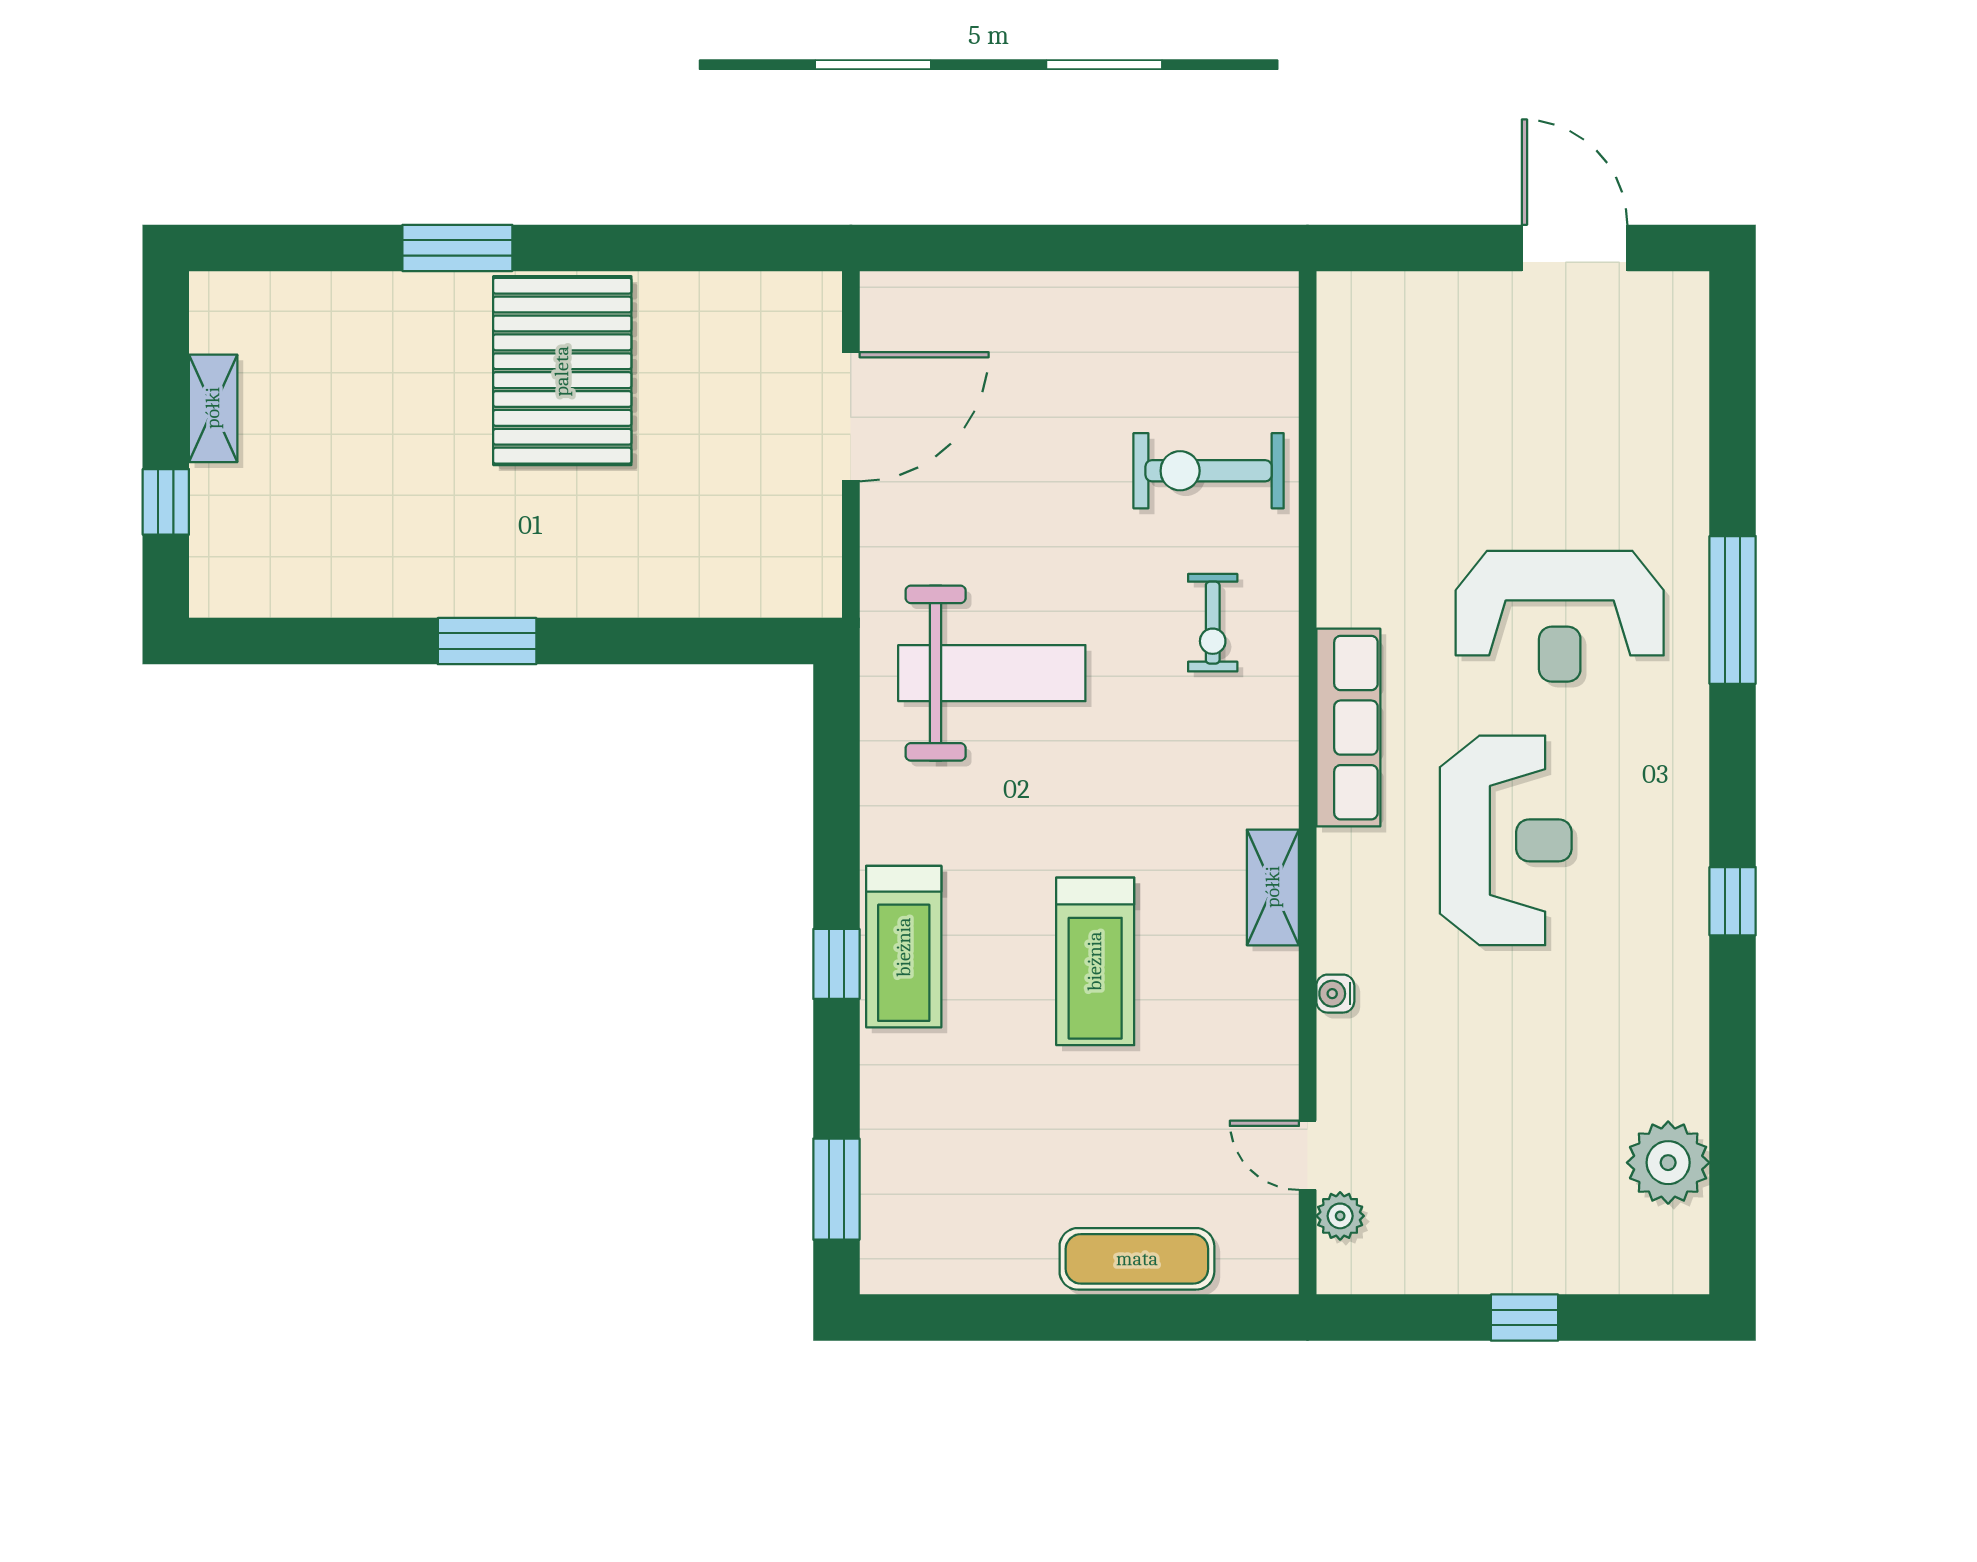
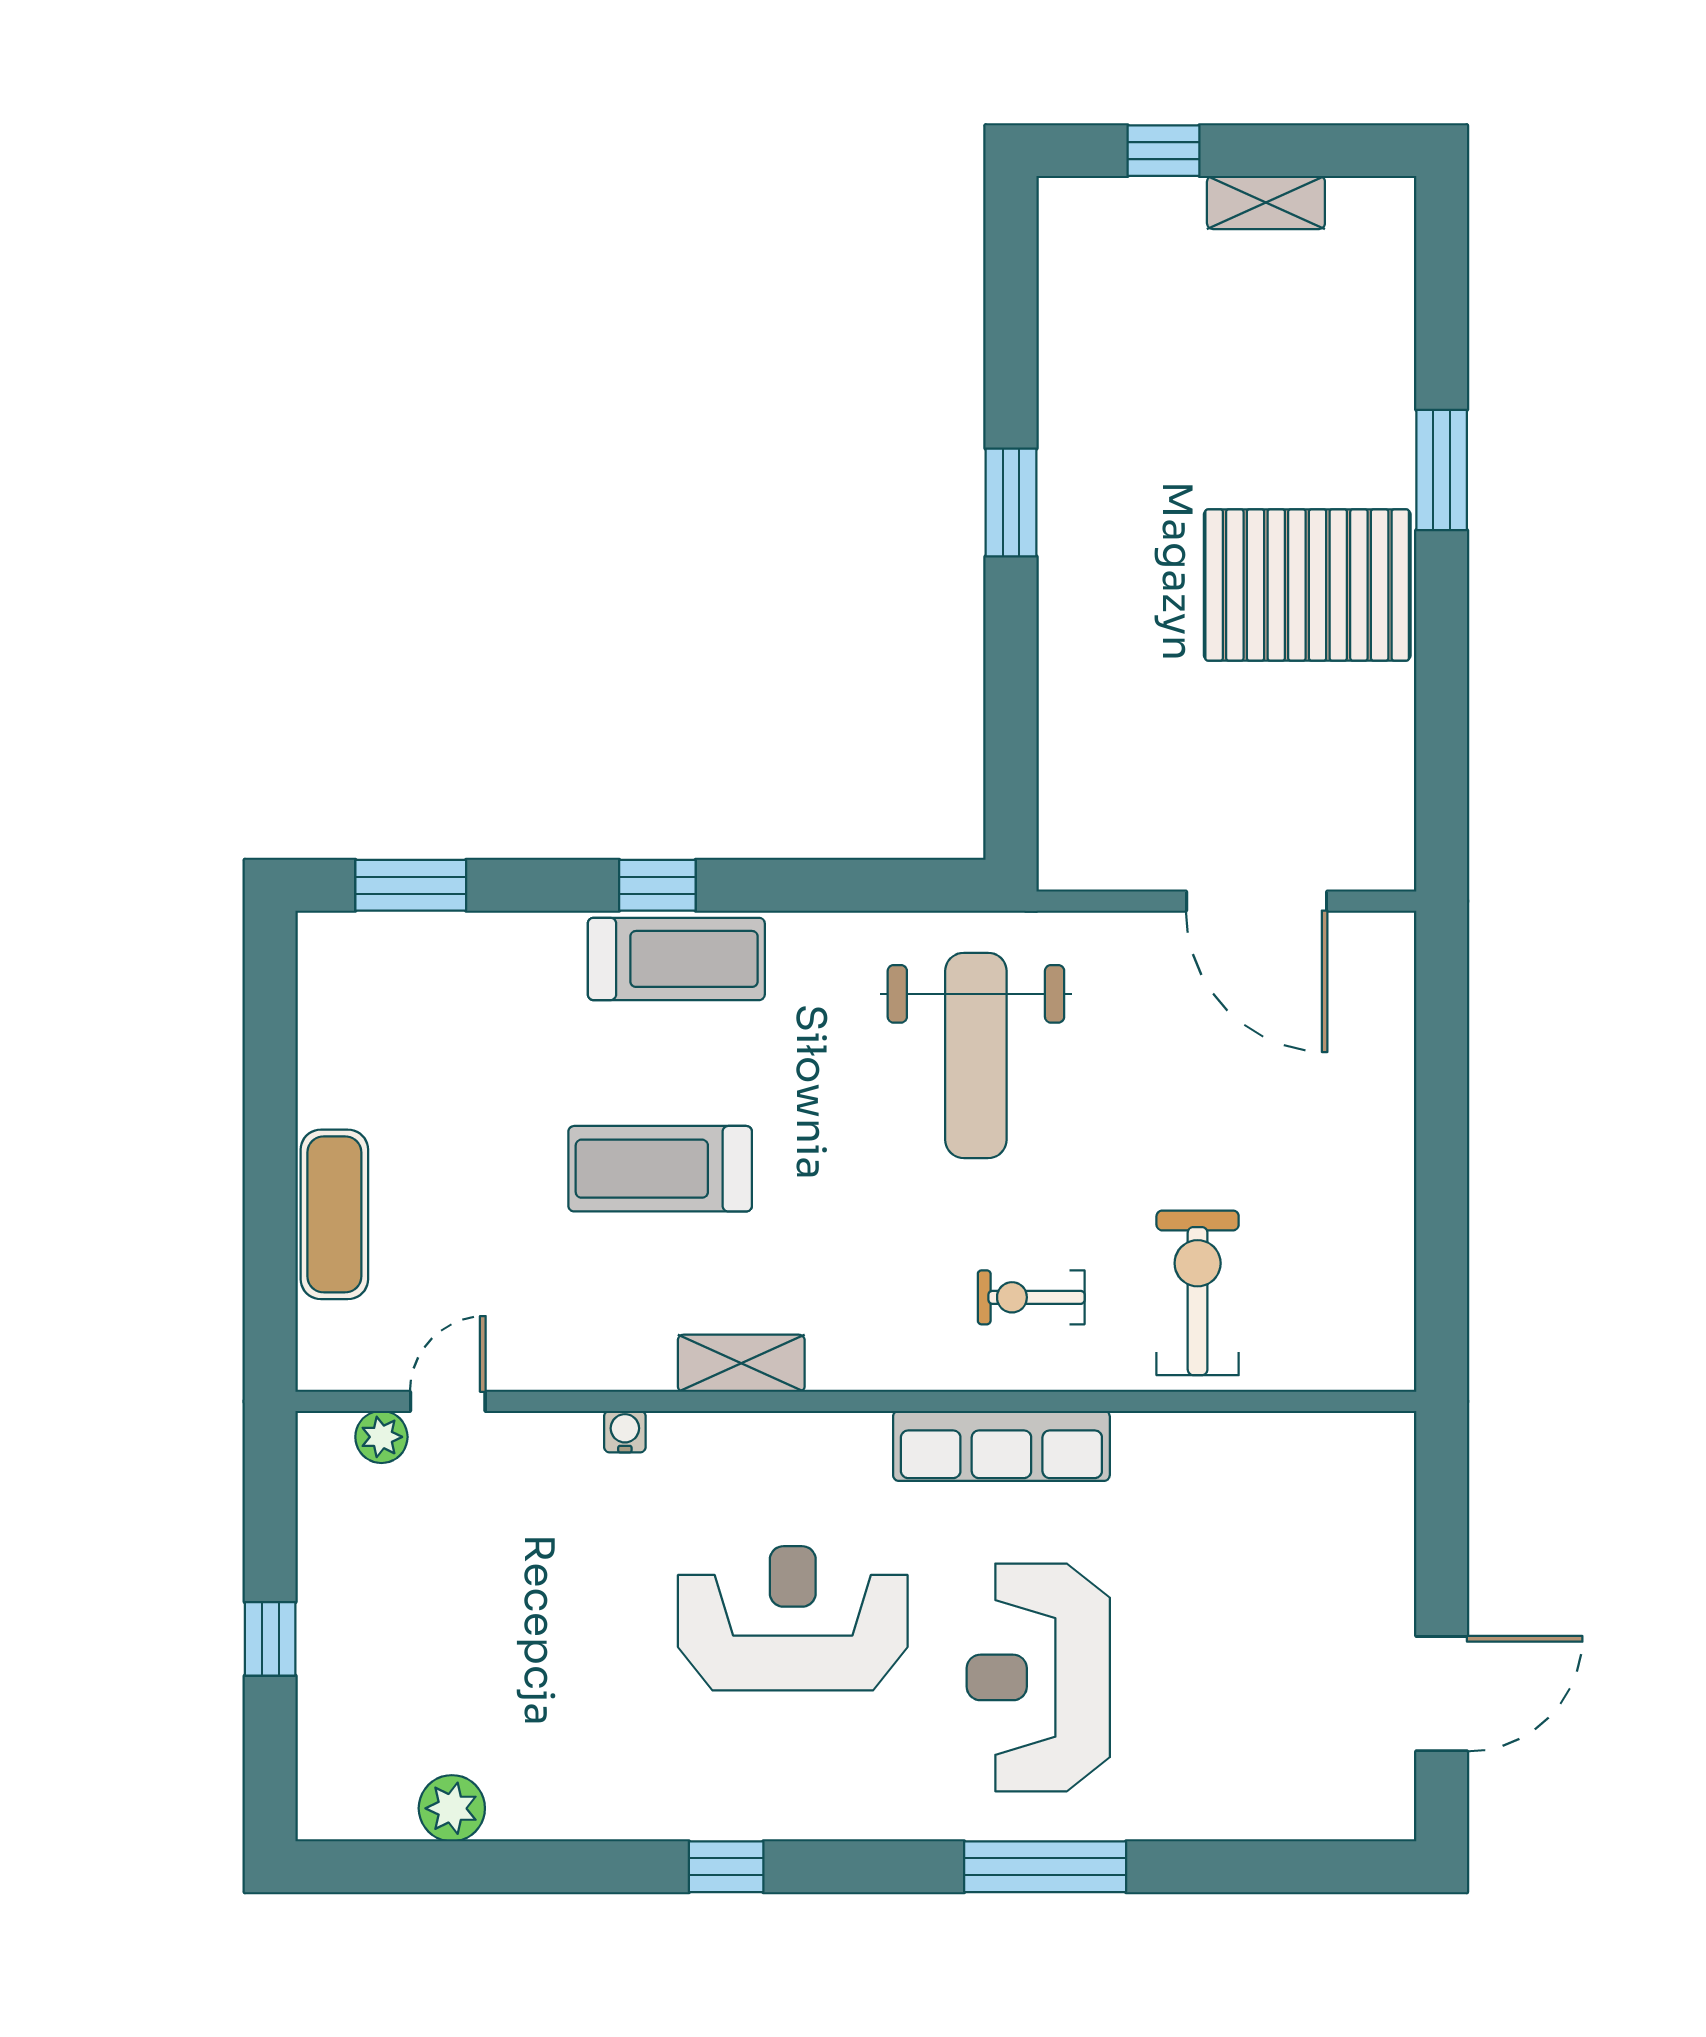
row of seats: (1348, 728) -> (1001, 1446), moved
reception desk: (1506, 840) -> (793, 1618), turned 180
treadmill: (904, 947) -> (676, 959), turned 180
plant: (1668, 1163) -> (452, 1808), width x0.73, depth x0.73

